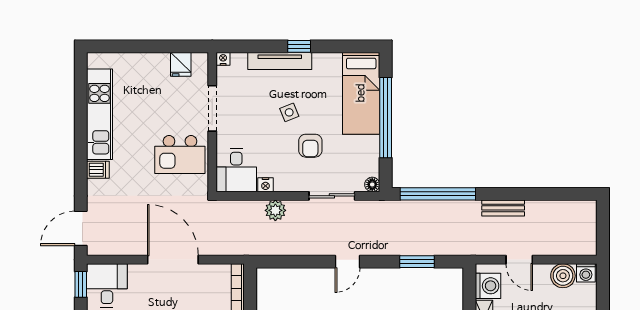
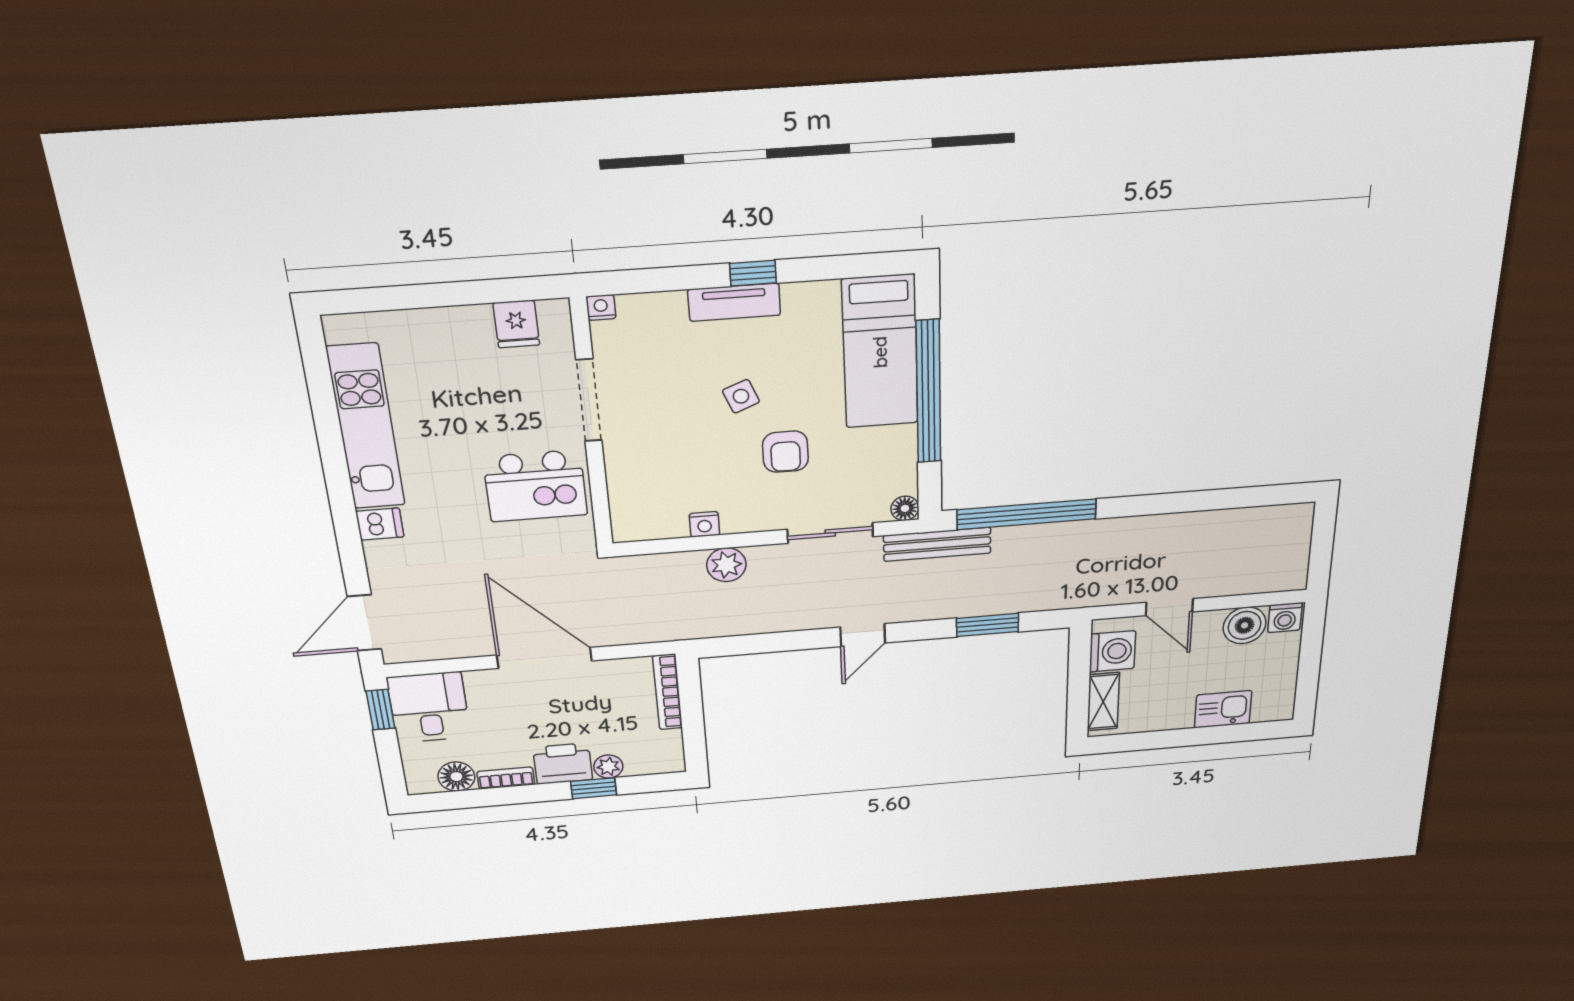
tv unit: (280, 61) -> (734, 302), width x0.71
desk: (236, 170) -> (647, 504), removed
bench: (503, 208) -> (937, 544), moved, width x1.36

